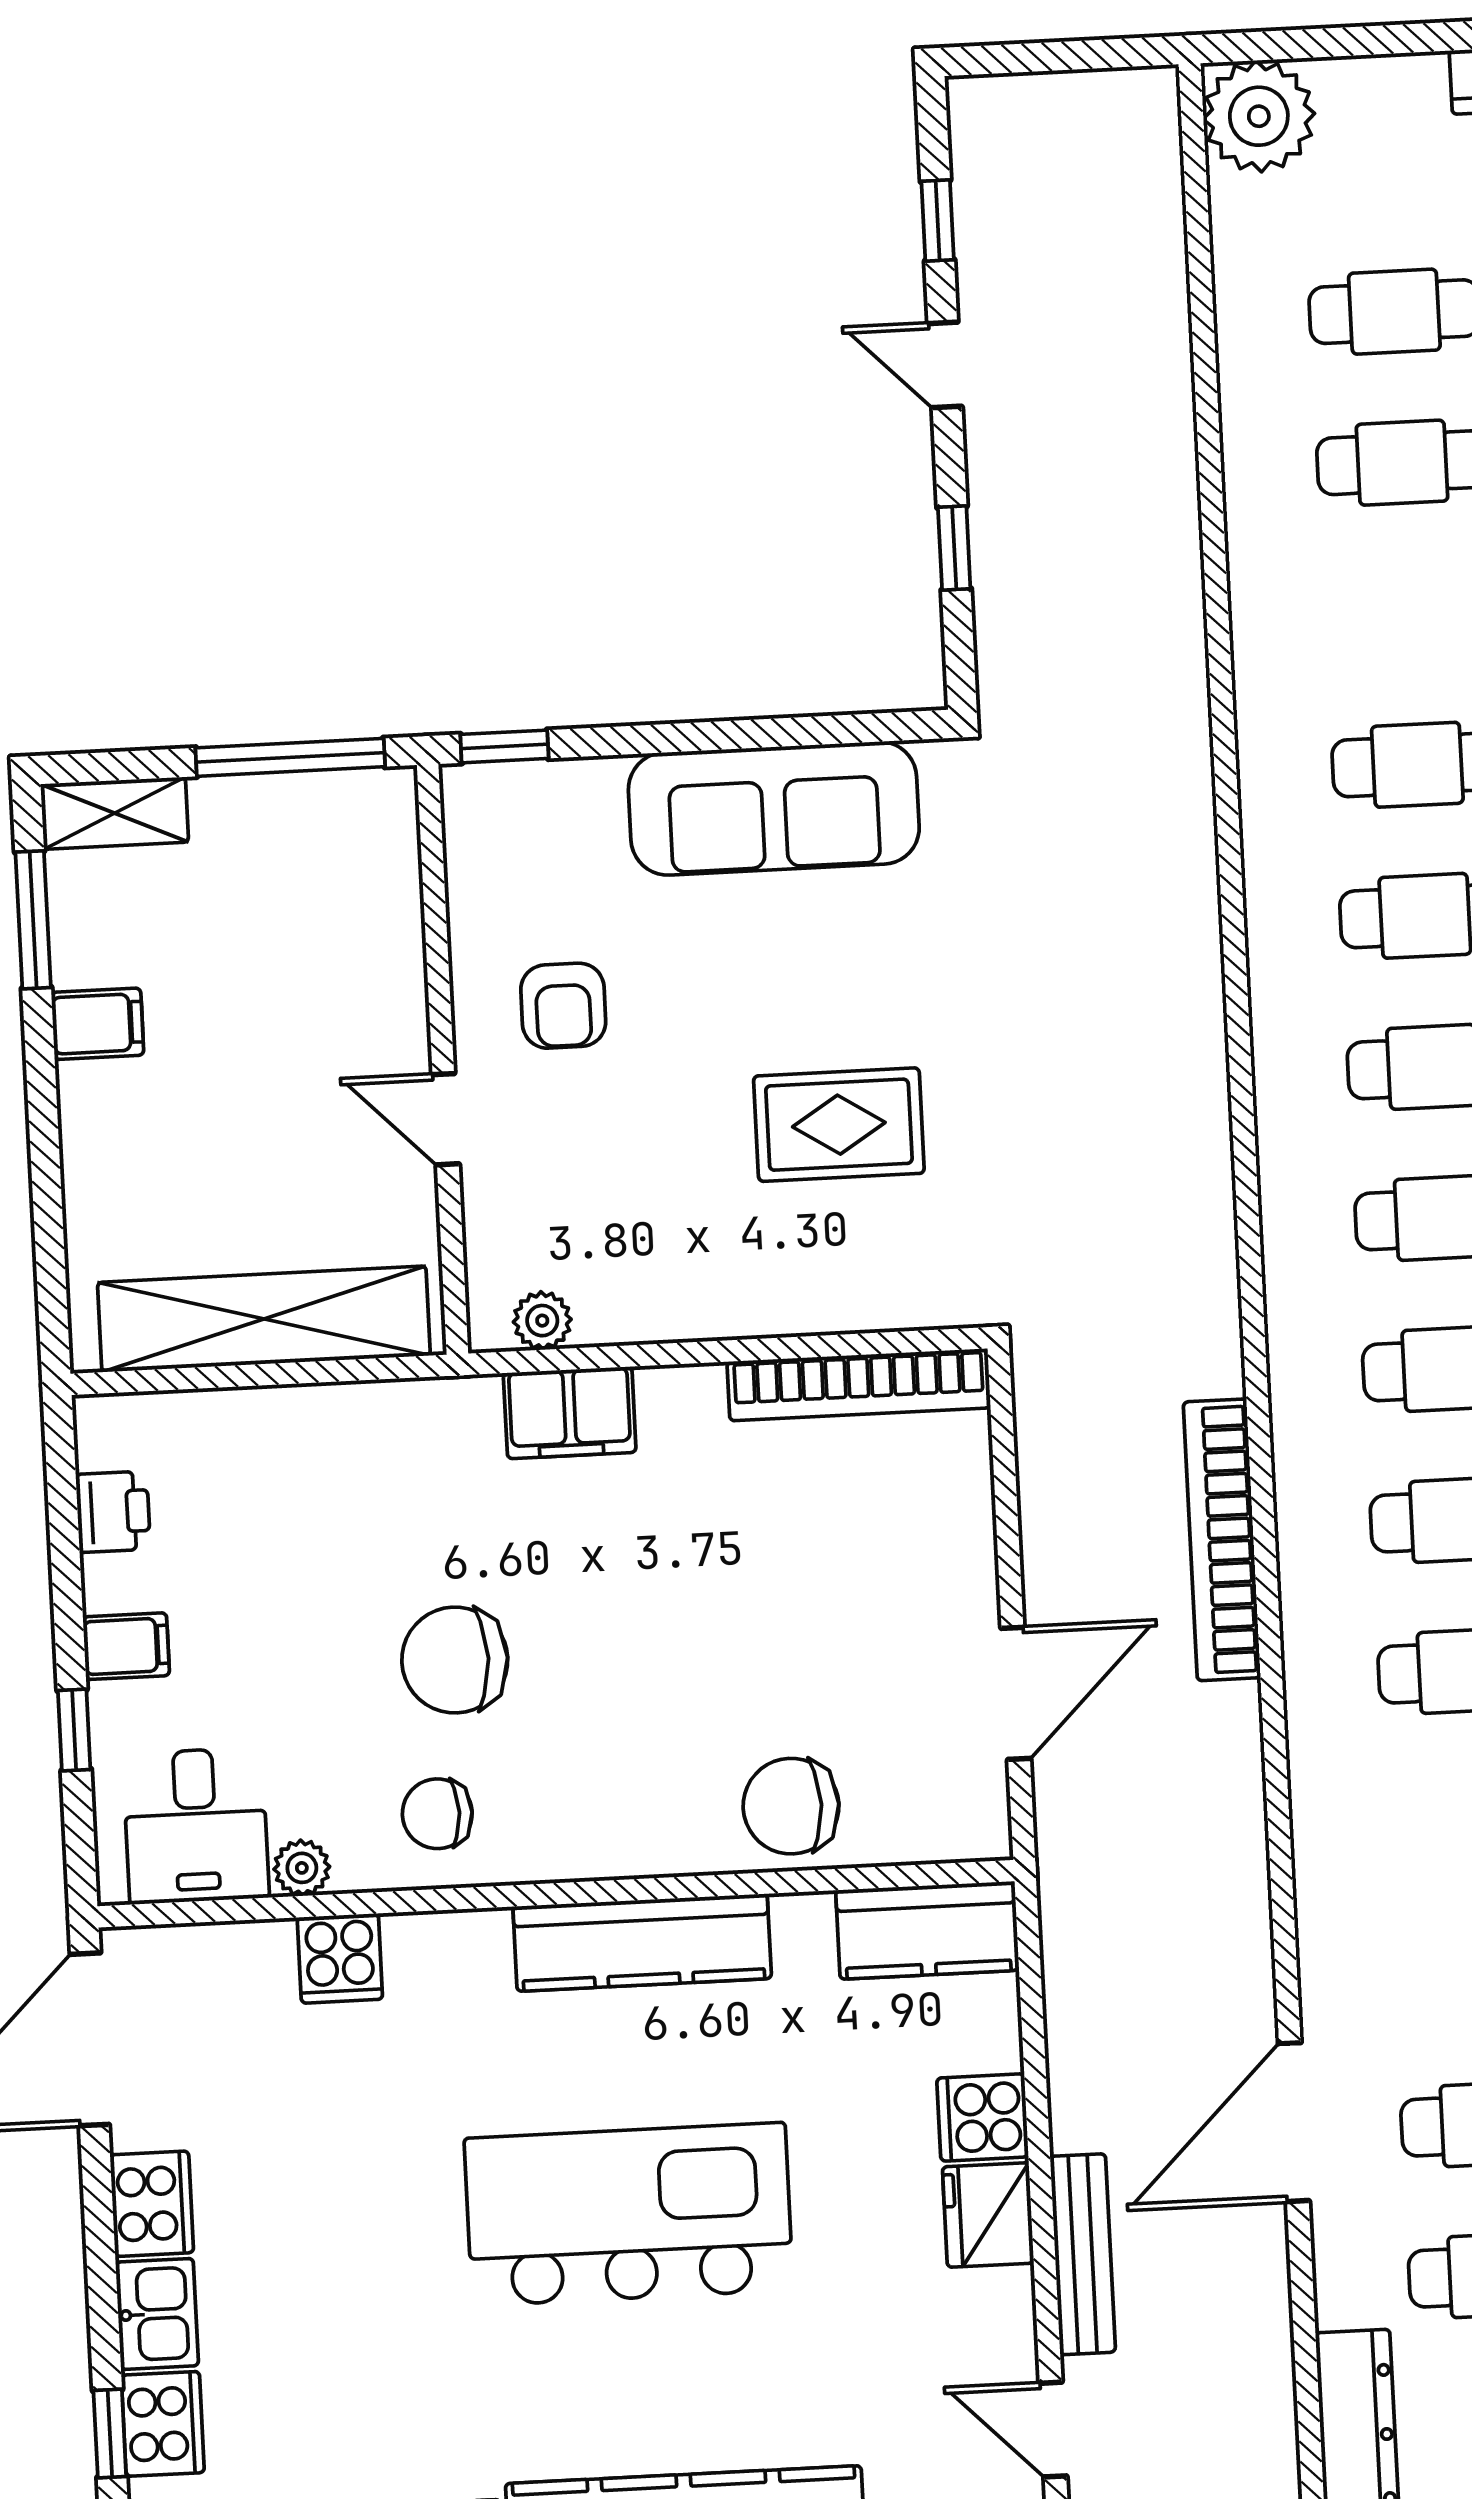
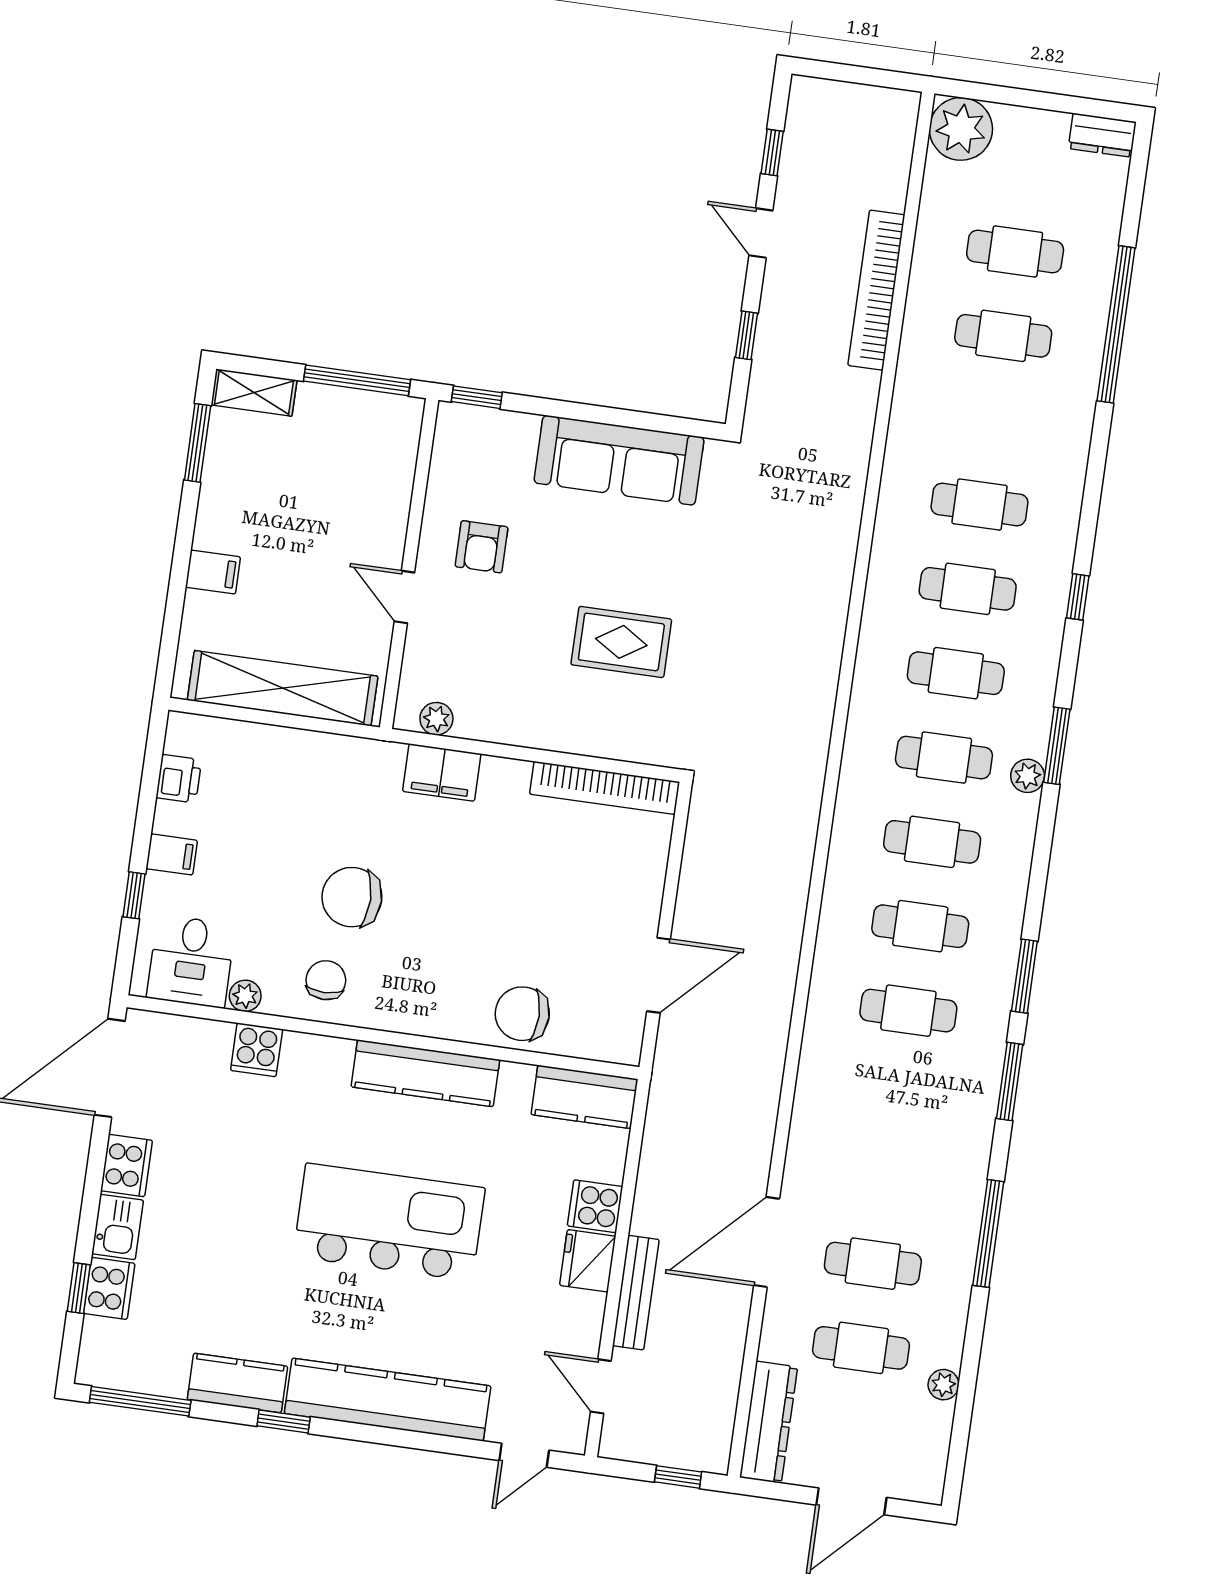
filing cabinet: (97, 1024) -> (213, 572), moved
bookcase: (1222, 1540) -> (876, 290), moved
chair: (437, 1814) -> (326, 980), turned 90

